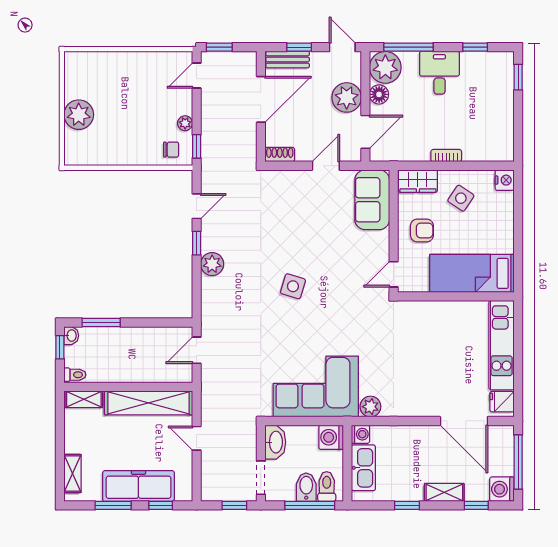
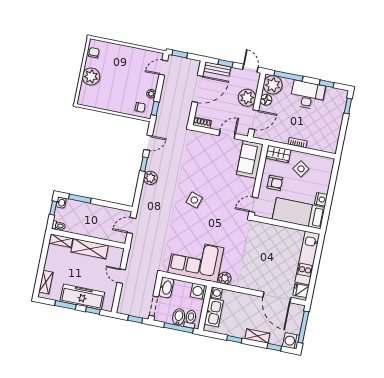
desk: (439, 73) -> (308, 95), width x1.37
chair: (76, 74) -> (94, 53), added
nightstand: (505, 180) -> (321, 199), moved
shelving: (148, 403) -> (90, 249), width x0.68

